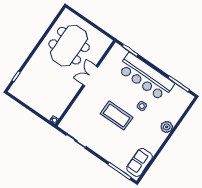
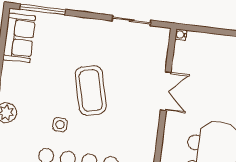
double door: (90, 76) -> (166, 91), moved
coffee table: (116, 115) -> (91, 90), turned 76

